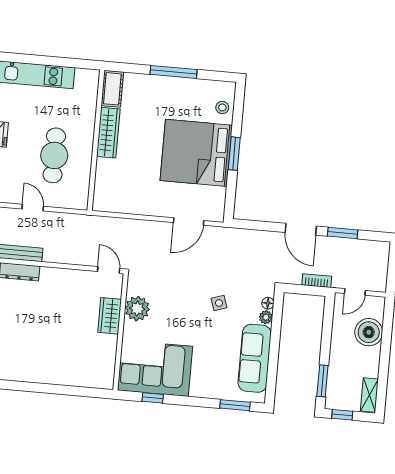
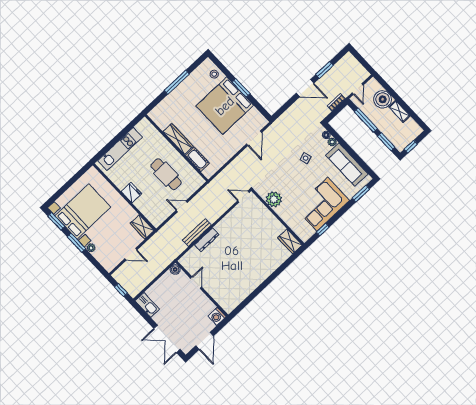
cot: (112, 89) -> (197, 159), moved
wardrobe: (110, 316) -> (290, 241), moved
window: (327, 334) -> (366, 120), added
corner sofa: (155, 368) -> (322, 204), moved
shelving: (369, 395) -> (399, 111), moved

